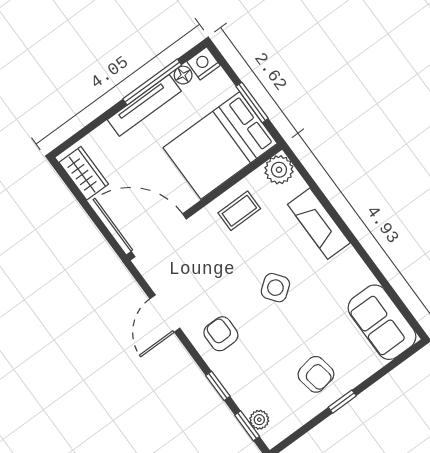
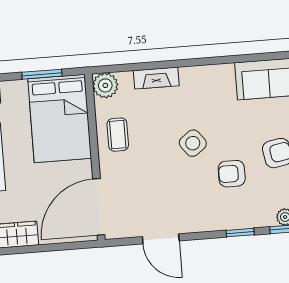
fireplace: (319, 224) -> (156, 78), width x0.73, depth x0.76
armchair: (221, 334) -> (232, 174), moved

